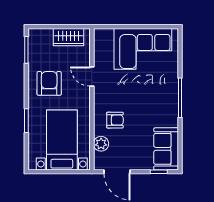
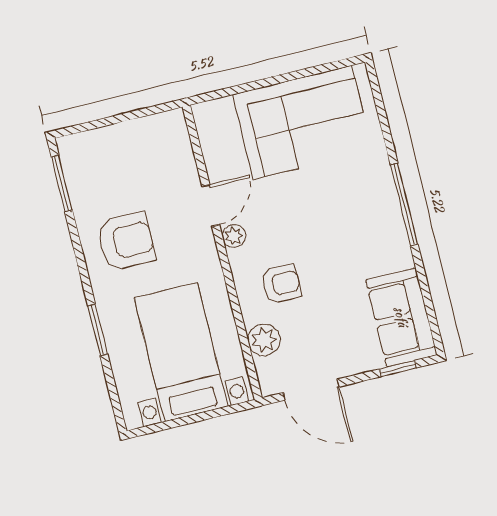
wardrobe: (69, 37) -> (143, 136), removed
door: (92, 77) -> (211, 206), swing flipped
armchair: (49, 83) -> (126, 241), turned 90
plant: (99, 93) -> (234, 236), added

